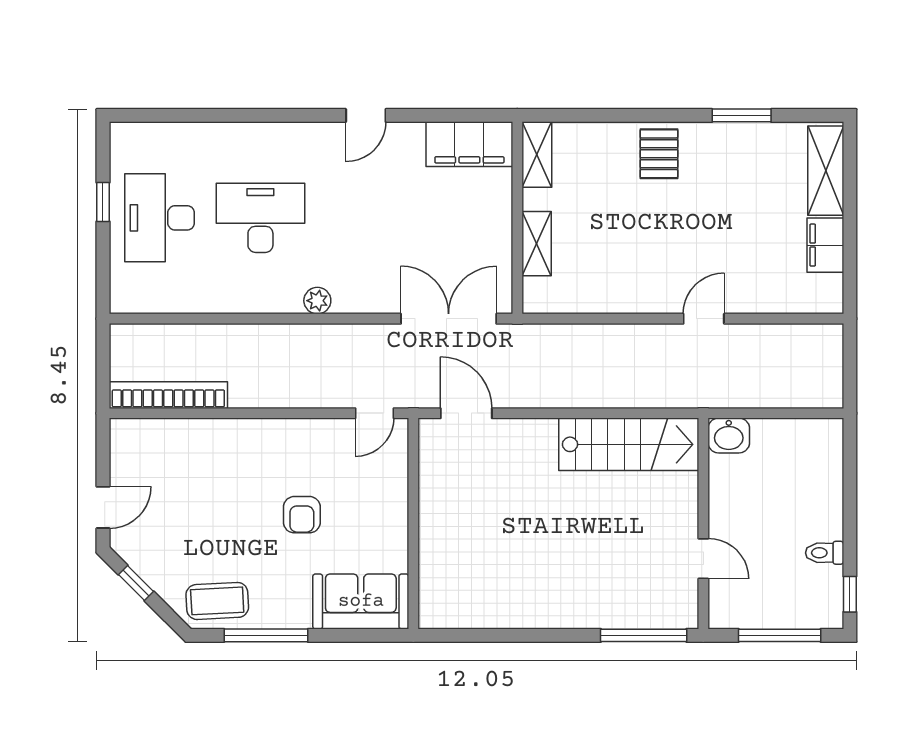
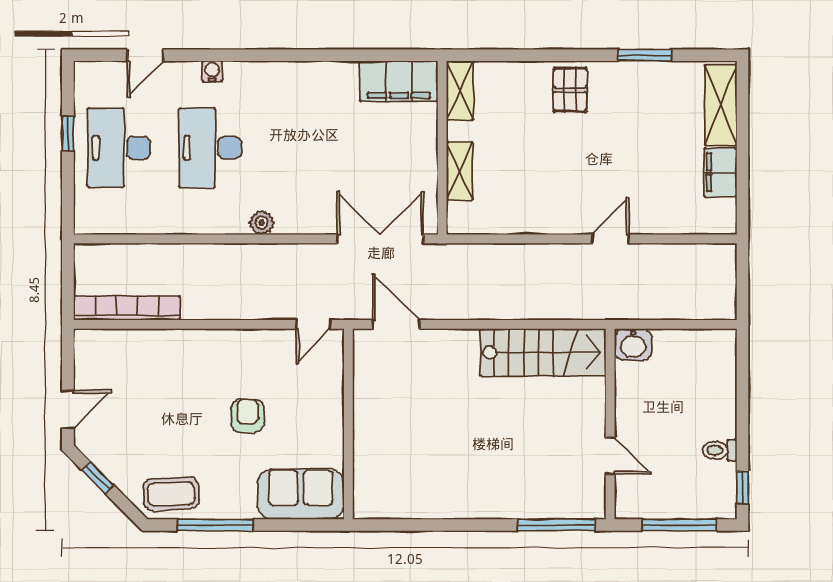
door: (366, 115) -> (145, 55), moved
water cooler: (263, 133) -> (212, 71), added
desk: (260, 218) -> (210, 148), turned -90
armchair: (302, 515) -> (248, 416), turned 180

